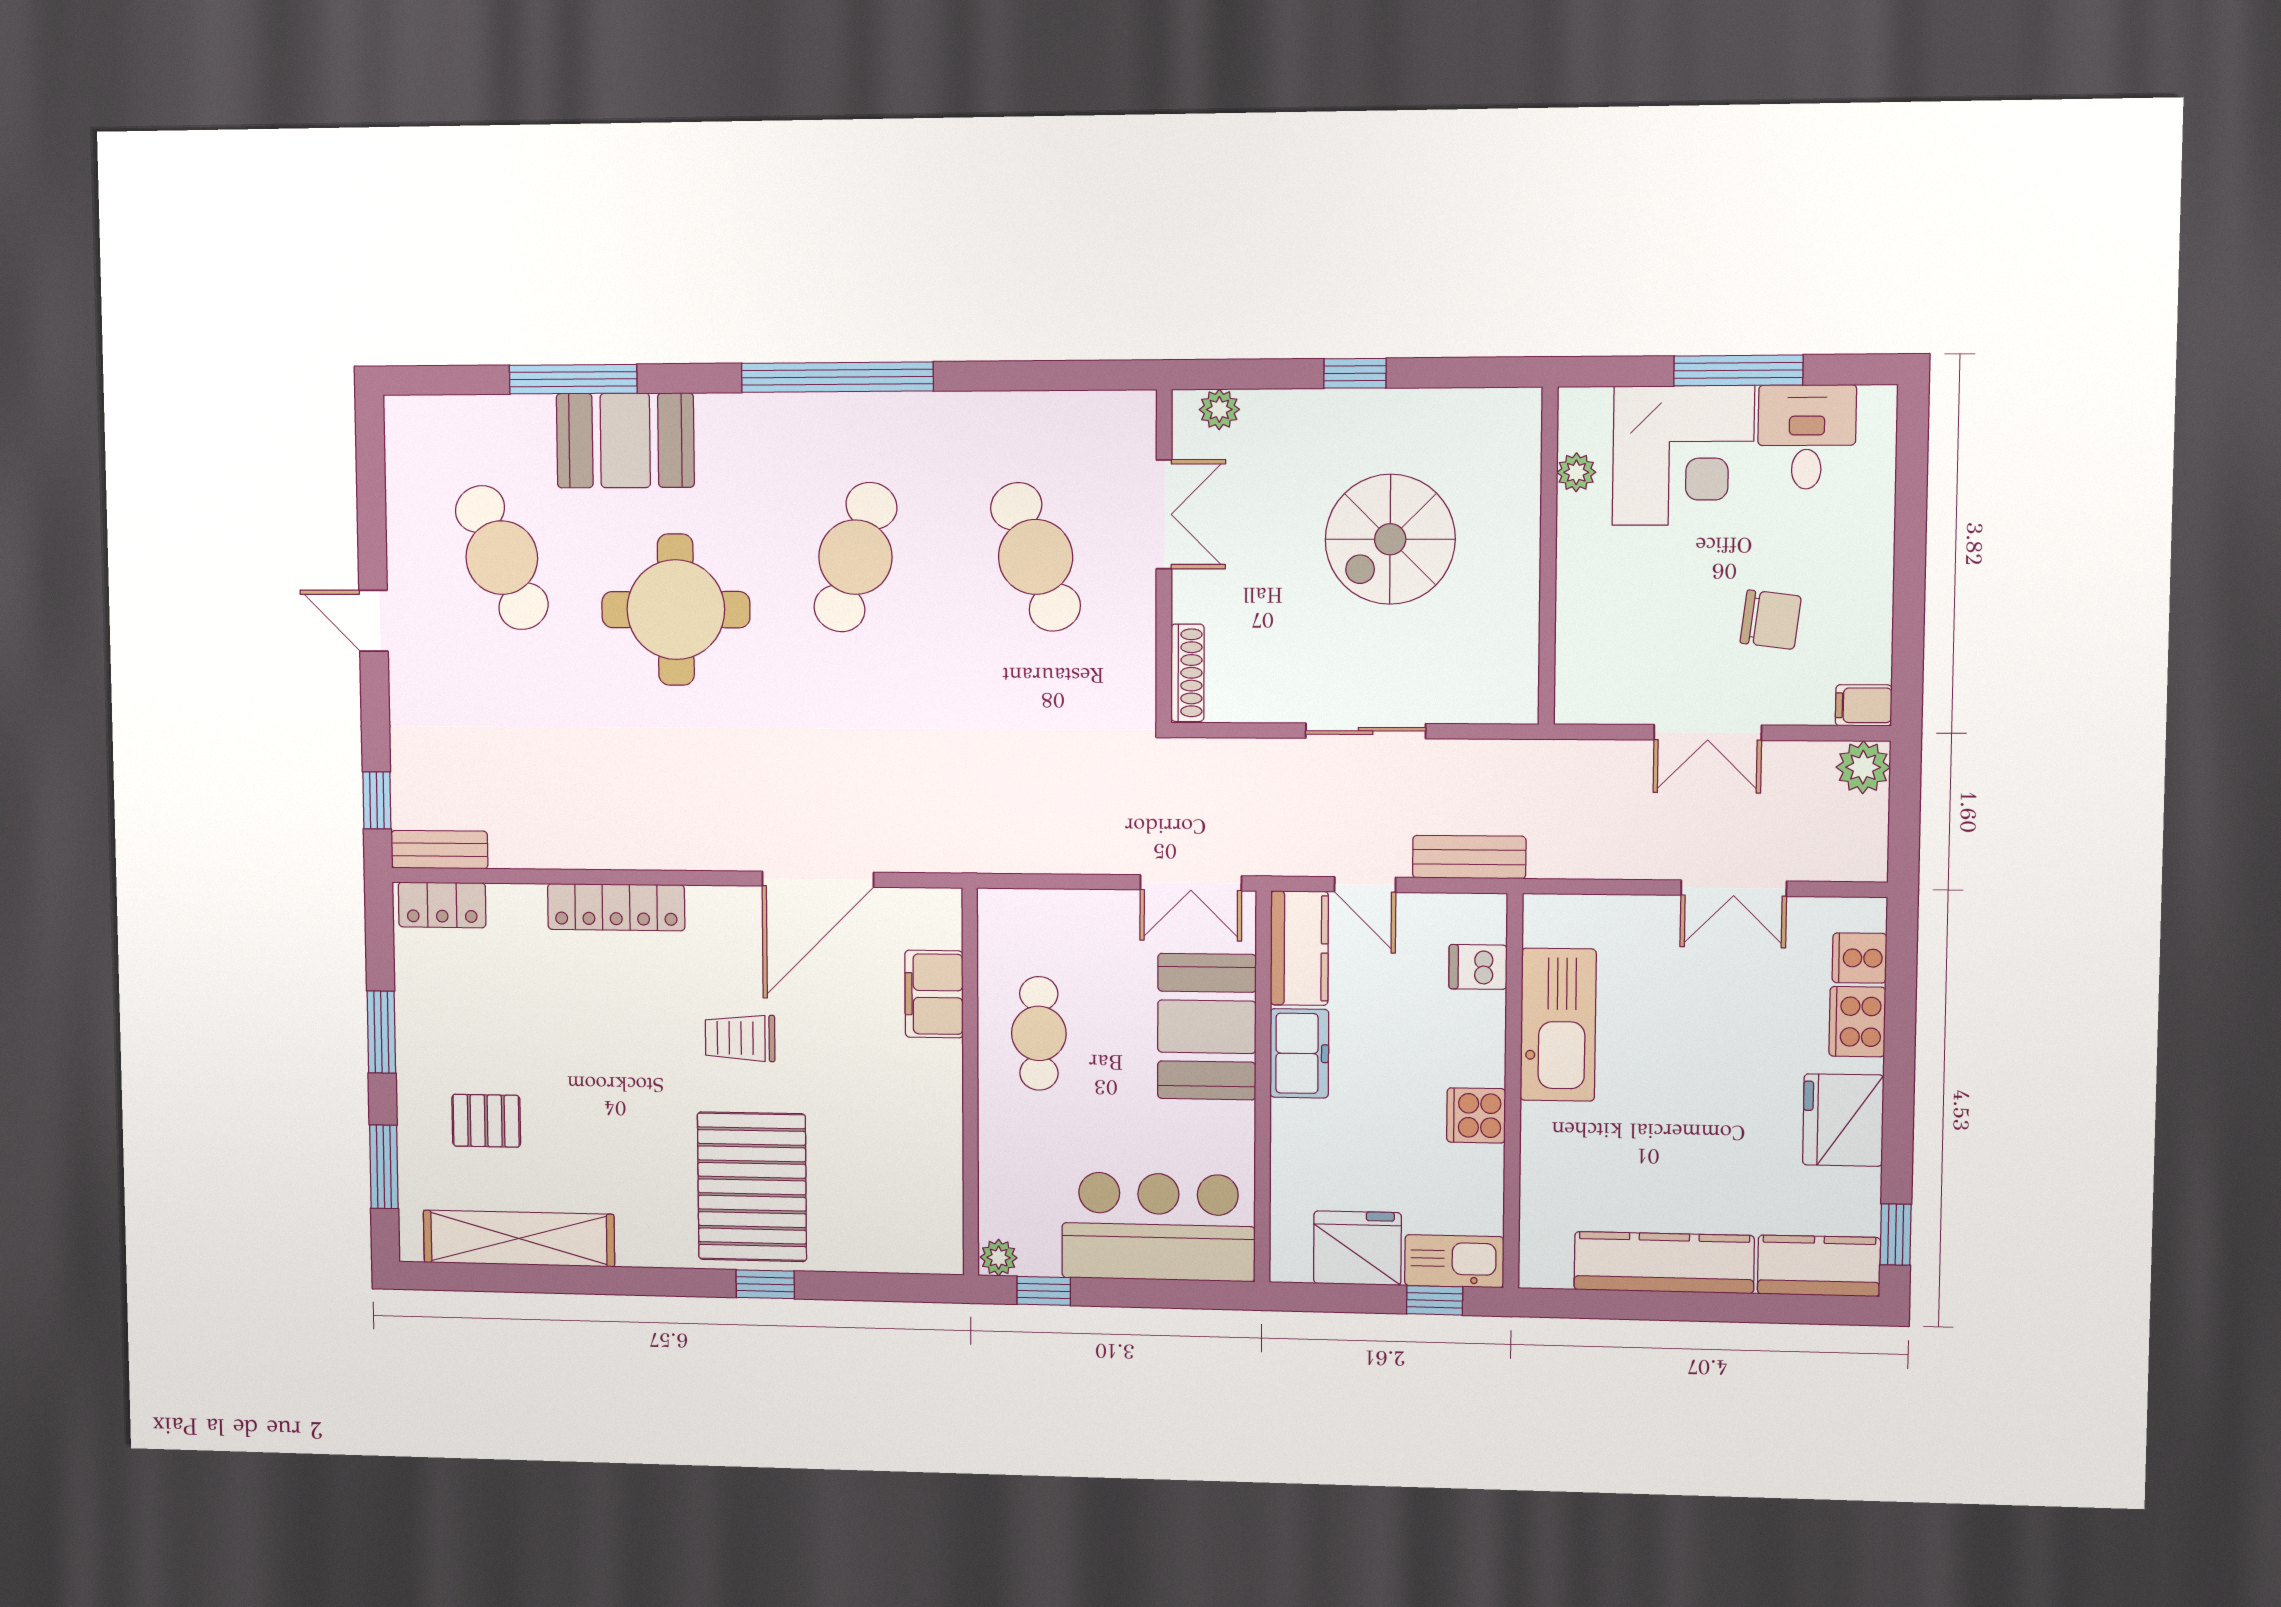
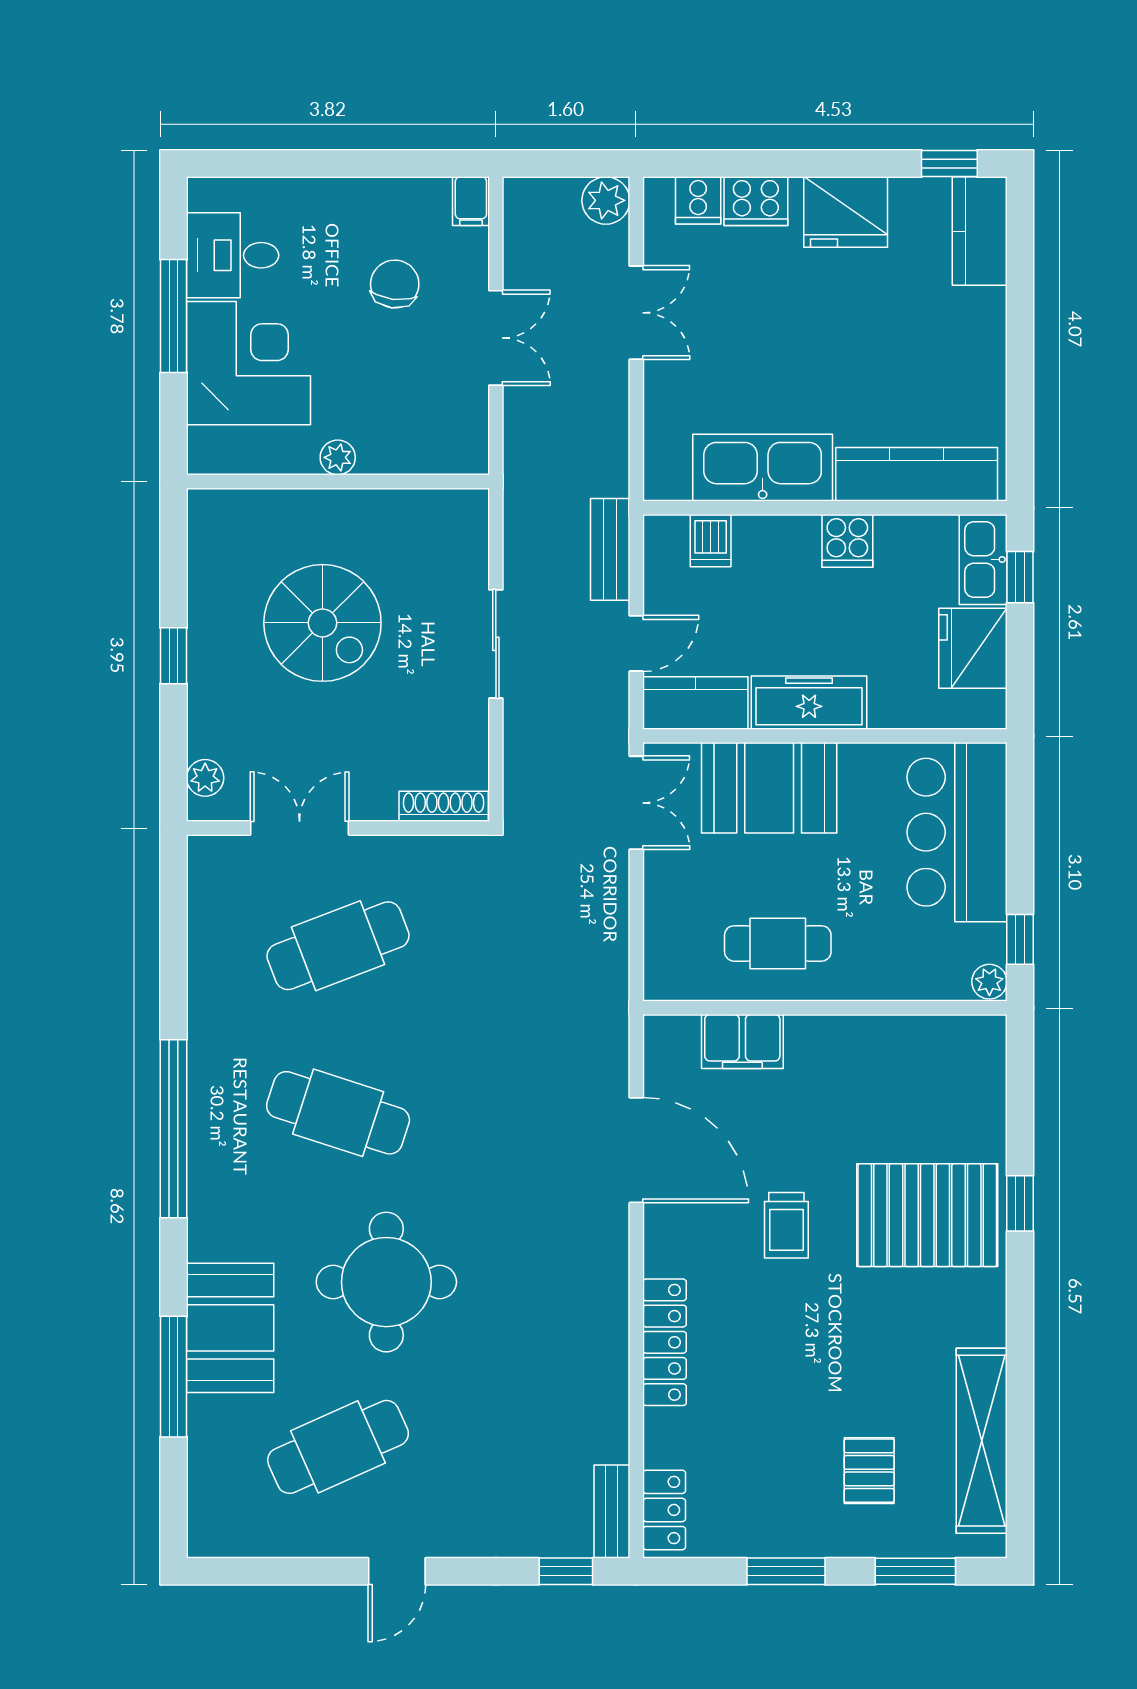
plant: (1576, 472) -> (338, 457), moved
plant: (1863, 767) -> (606, 200), moved
freezer: (1299, 1053) -> (809, 703), width x1.40
kitchen counter: (1664, 1263) -> (917, 474), moved, turned 90

